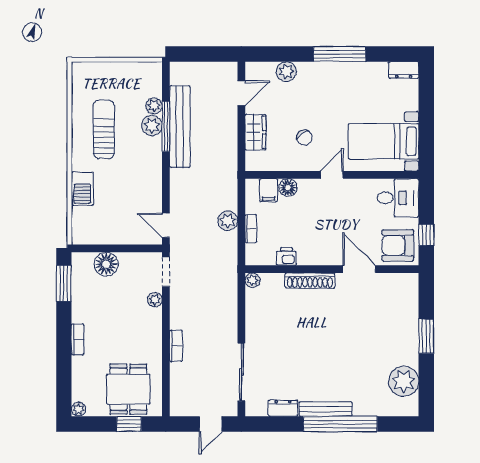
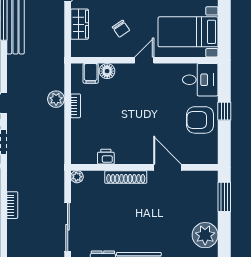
printer: (286, 256) -> (106, 157), moved
wall: (332, 269) -> (144, 167), moved
door: (359, 269) -> (167, 167), moved
plant: (252, 280) -> (77, 177), moved
shoe rack: (310, 281) -> (126, 177), moved

